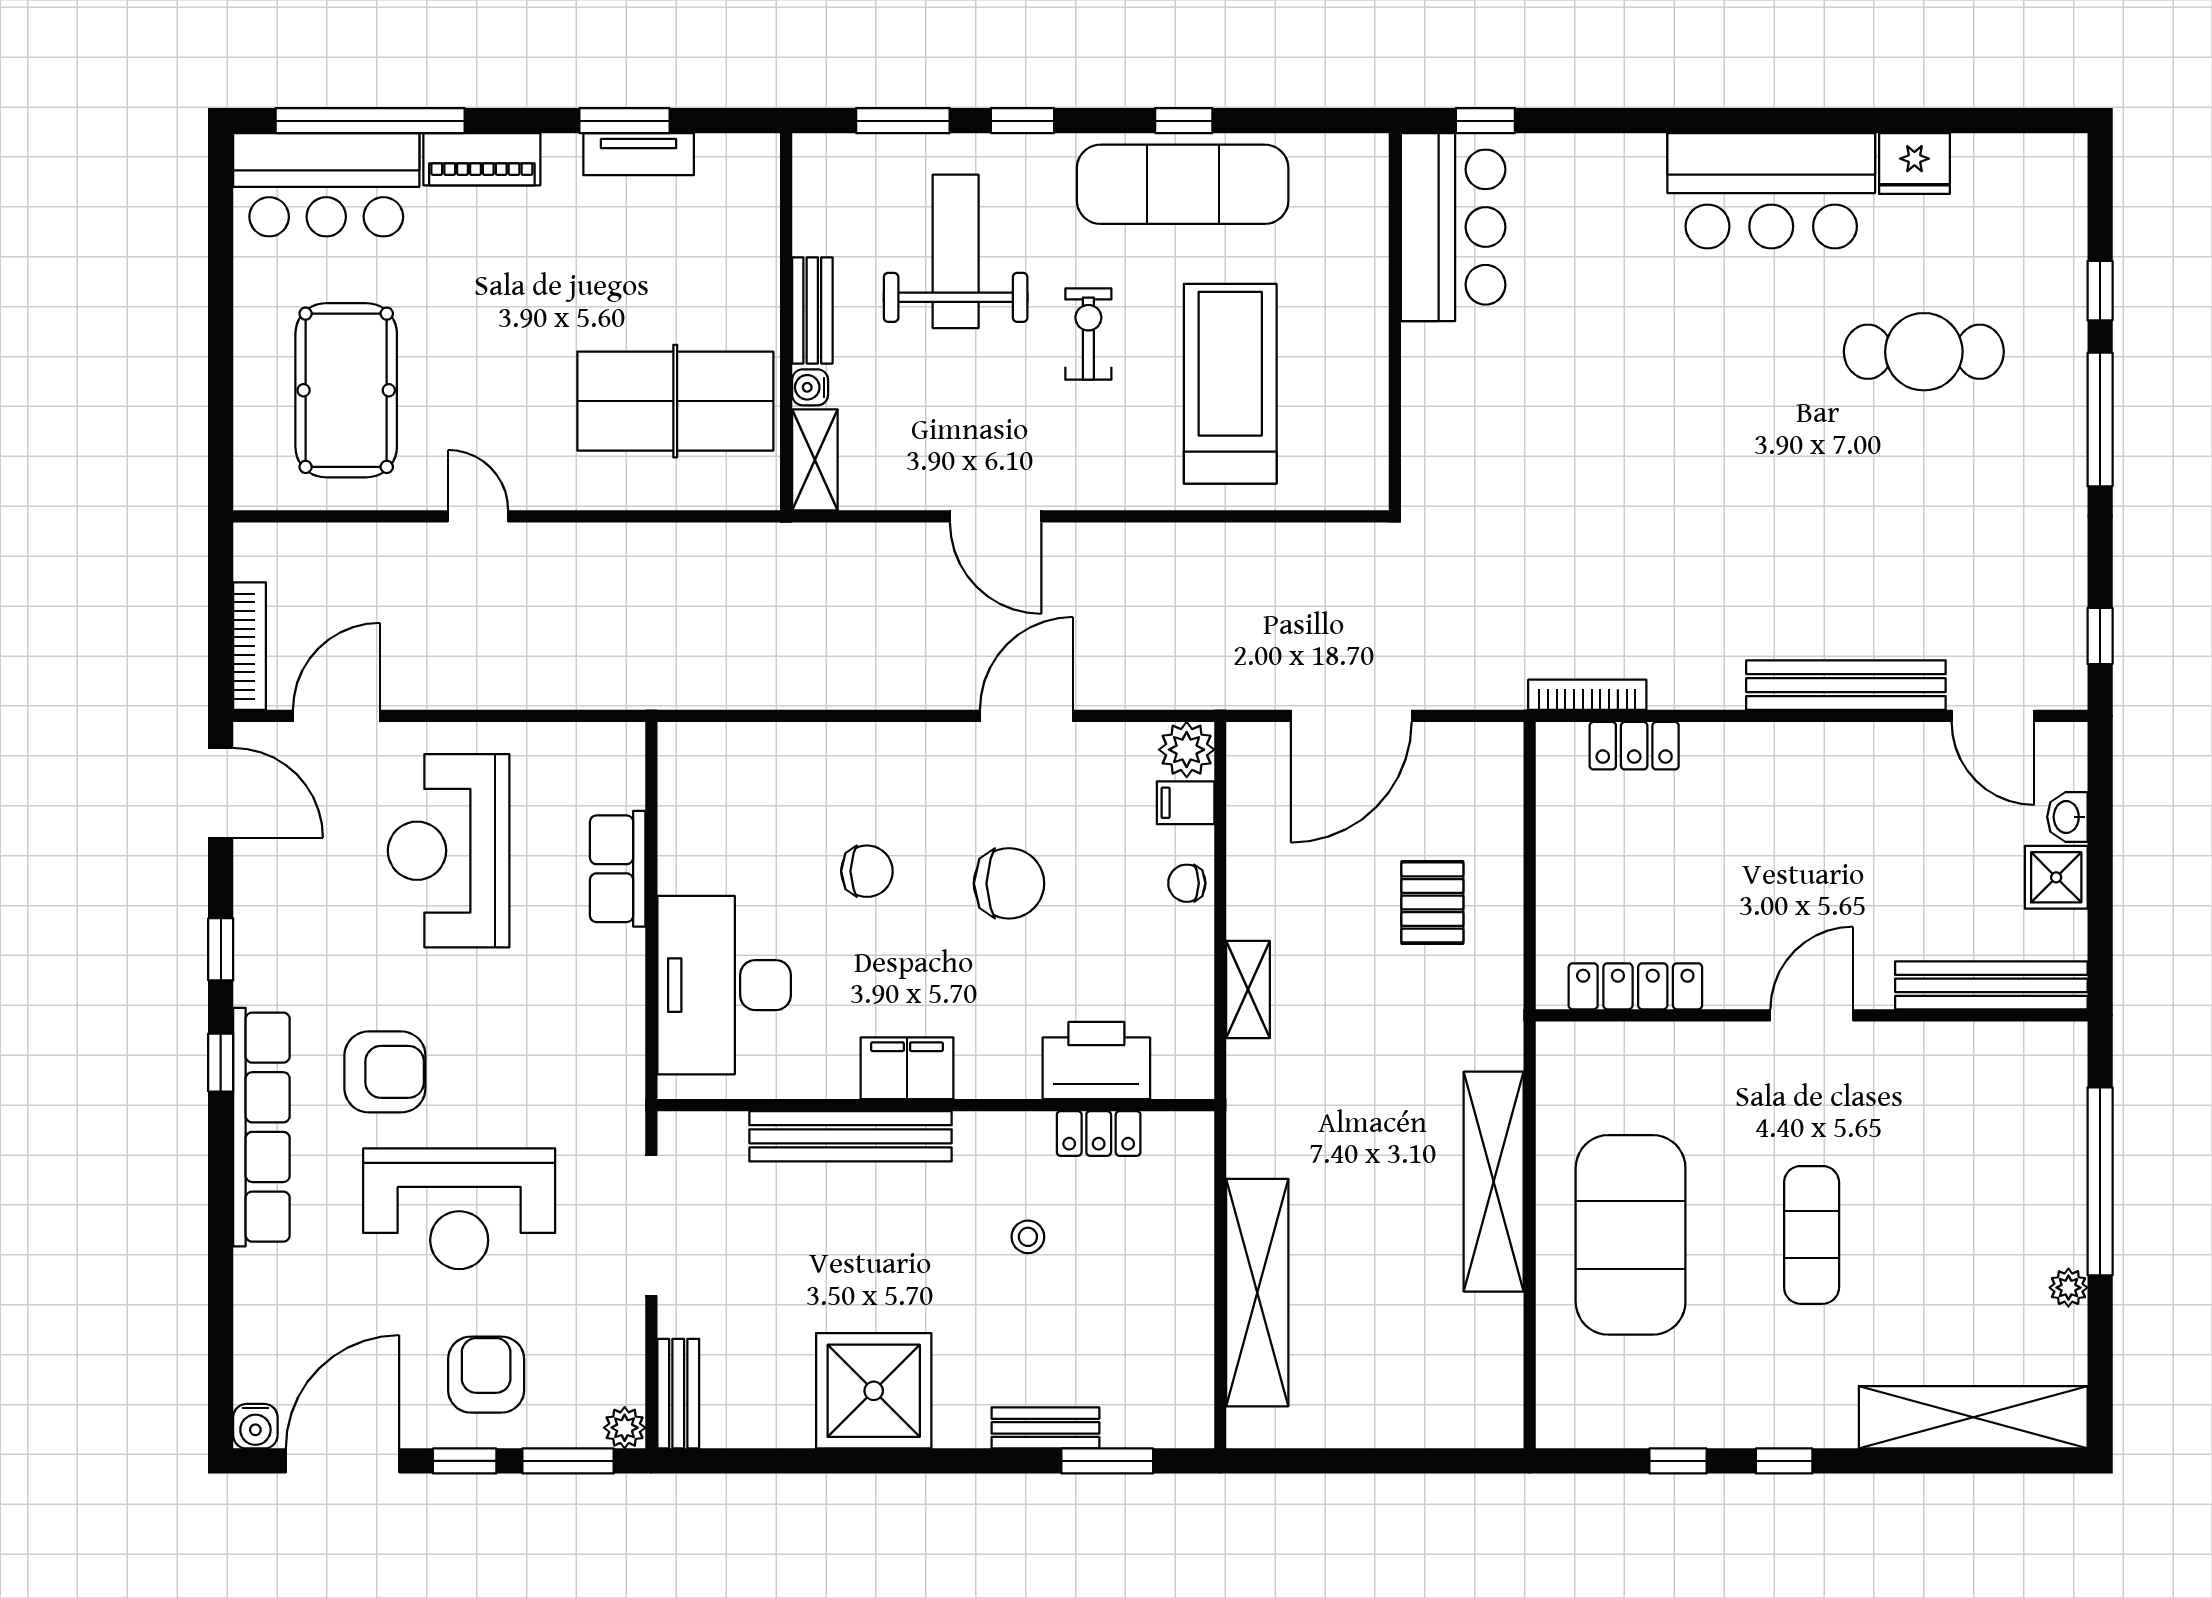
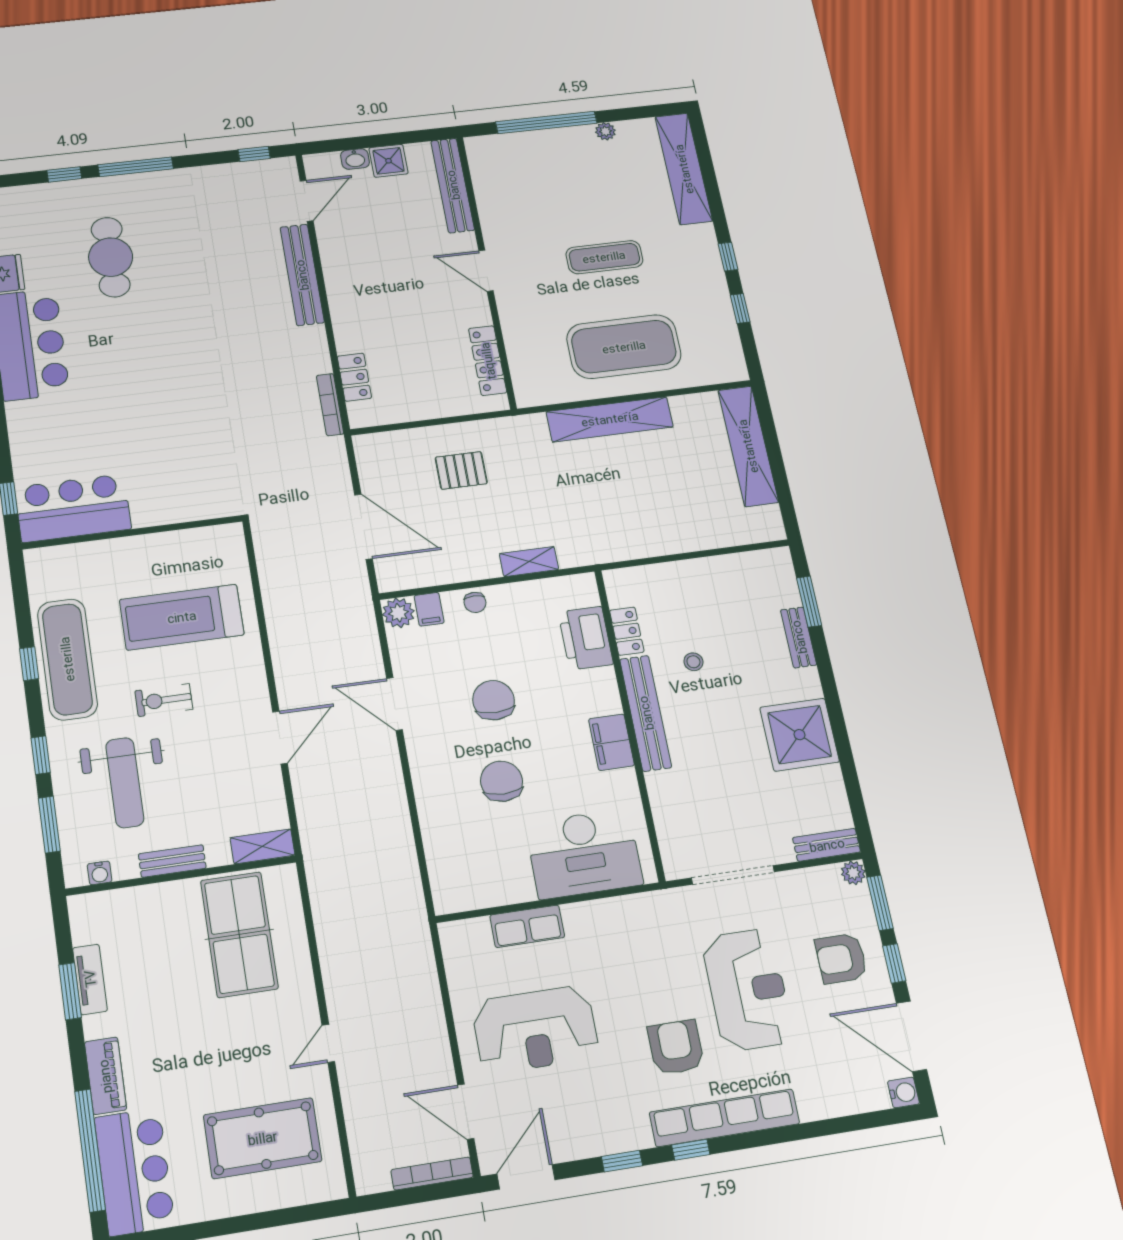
weight bench: (956, 251) -> (125, 783), turned -90
water cooler: (810, 387) -> (100, 873), moved
chair: (867, 871) -> (502, 781), width x1.37, depth x1.37
bench: (850, 1136) -> (646, 713), moved
shelving: (1257, 1293) -> (748, 446), moved, turned 90

